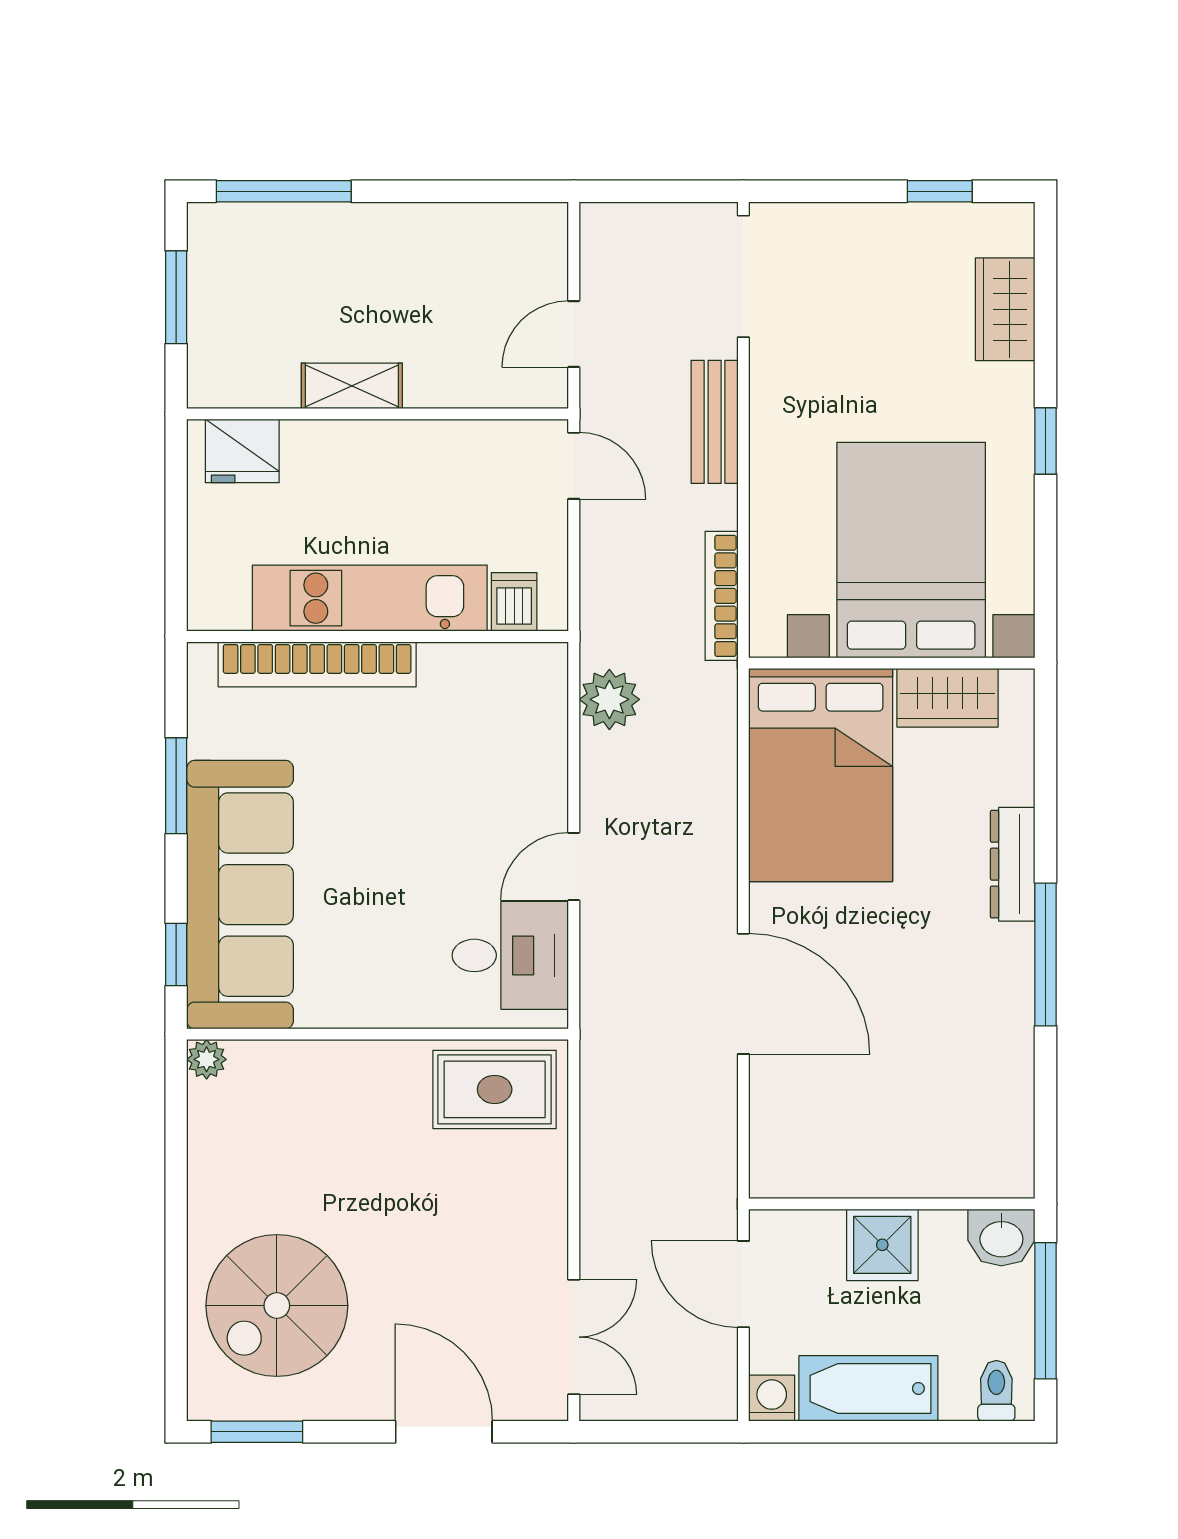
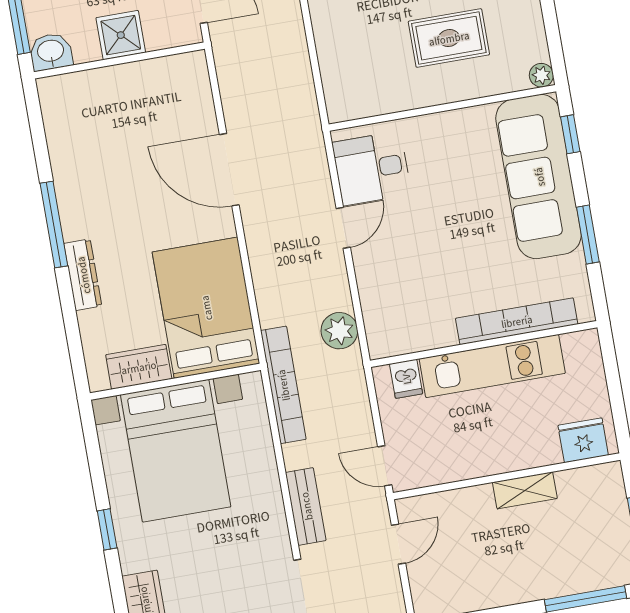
bookcase: (722, 596) -> (283, 385), width x1.48, depth x1.31
rug: (495, 1089) -> (449, 38), moved

